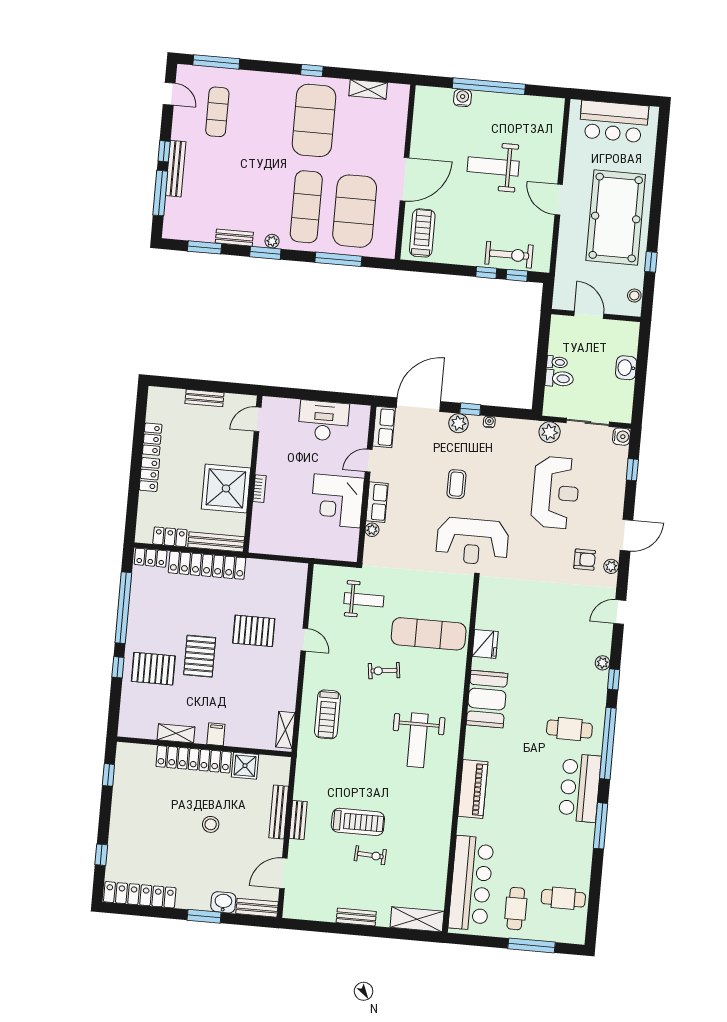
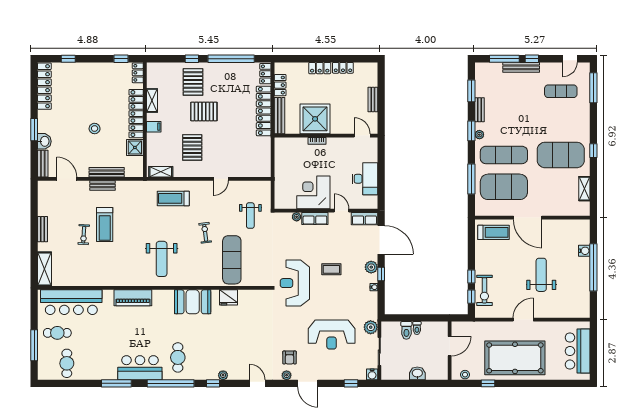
pallet: (254, 631) -> (192, 147), moved
weight bench: (418, 740) -> (162, 259), turned -90
locker: (132, 751) -> (138, 73), added

